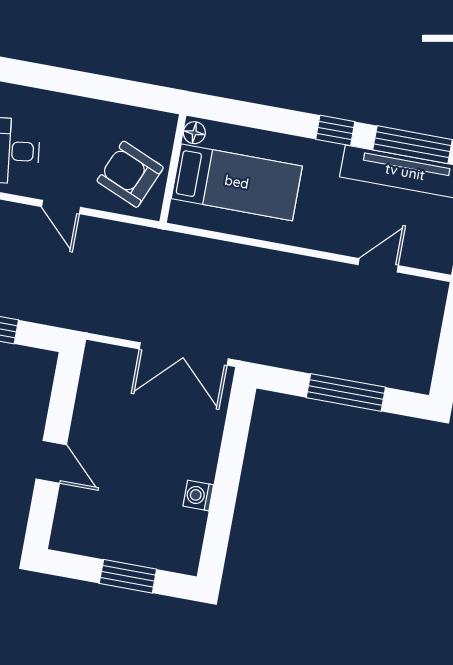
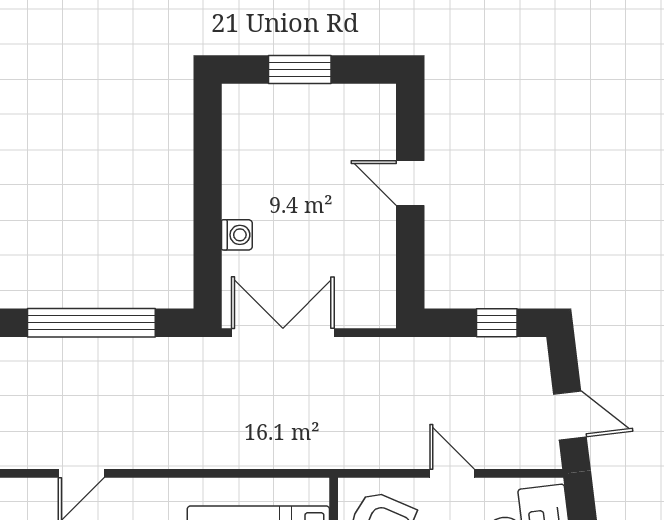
window: (346, 392) -> (91, 323), width x1.46
washing machine: (198, 495) -> (237, 235), moved

